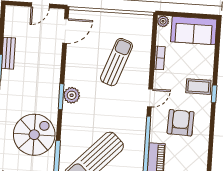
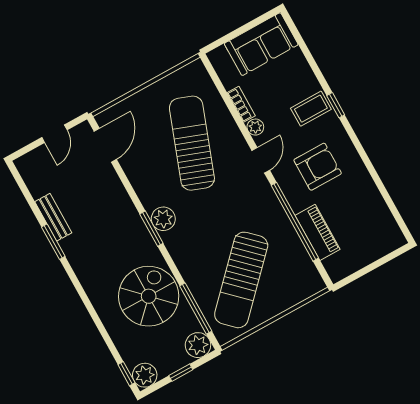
plant: (163, 21) -> (255, 127), moved
sun lounger: (116, 62) -> (192, 143), width x1.36, depth x1.34
armchair: (181, 123) -> (318, 167), turned 88

